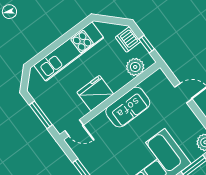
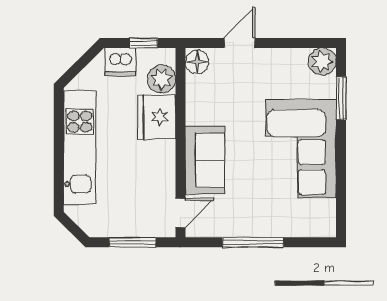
floor lamp: (157, 79) -> (197, 62), added
fridge: (95, 93) -> (157, 117), moved
sofa: (128, 107) -> (205, 160), moved

